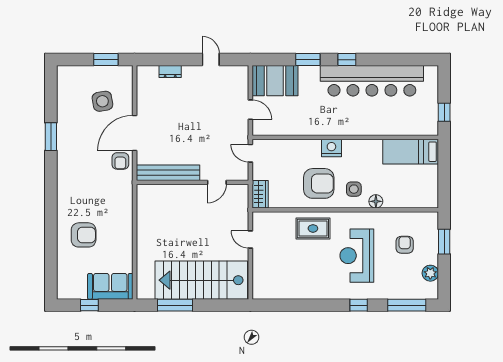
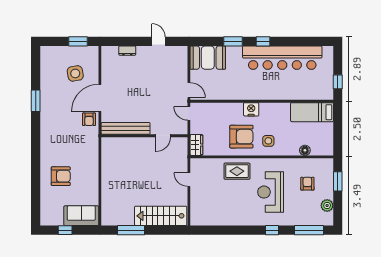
door: (250, 110) -> (189, 90), moved
floor lamp: (376, 201) -> (305, 150), moved
stairs: (201, 280) -> (161, 216), width x0.73, depth x0.66

